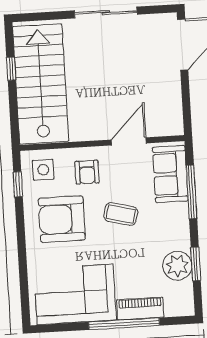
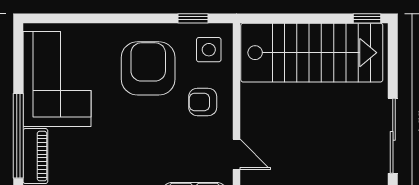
window: (11, 69) -> (367, 18), moved
door: (129, 141) -> (237, 154), width x0.73
coffee table: (121, 214) -> (150, 139), removed

